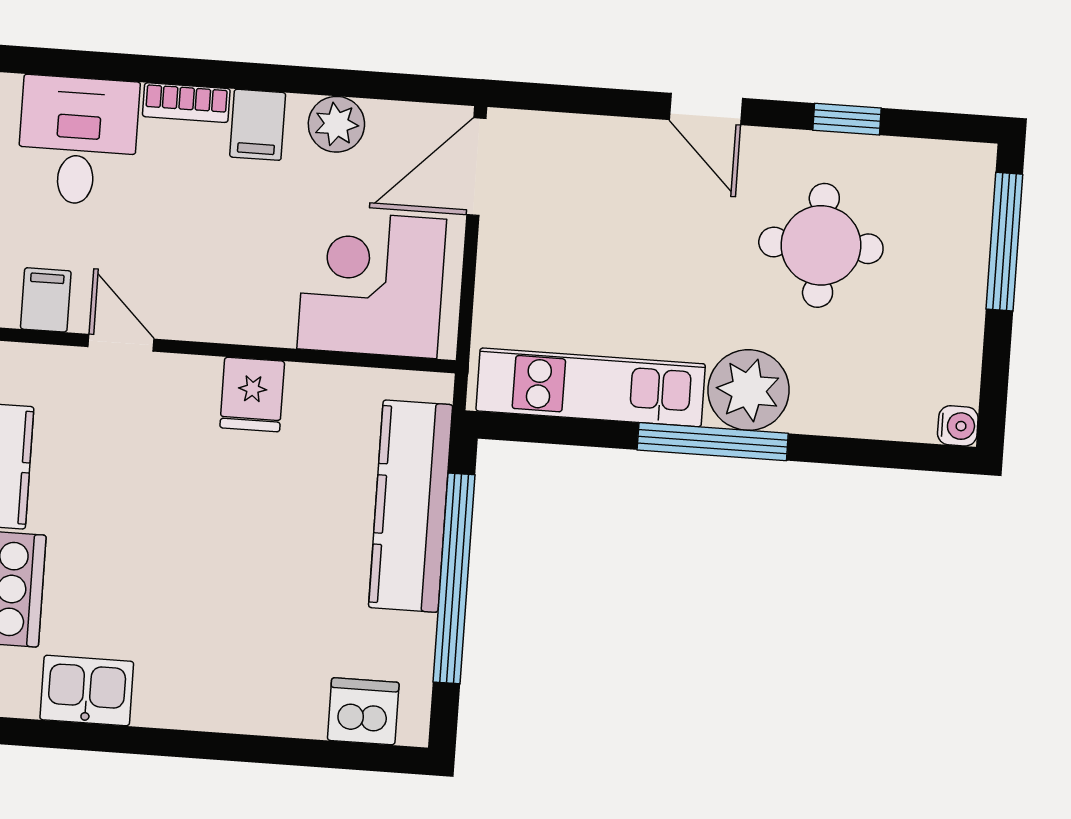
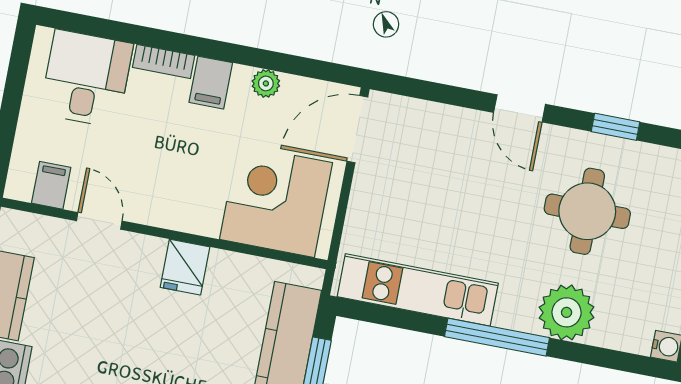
plant: (336, 124) -> (266, 83), width x0.73, depth x0.73
plant: (749, 390) -> (567, 312), moved

